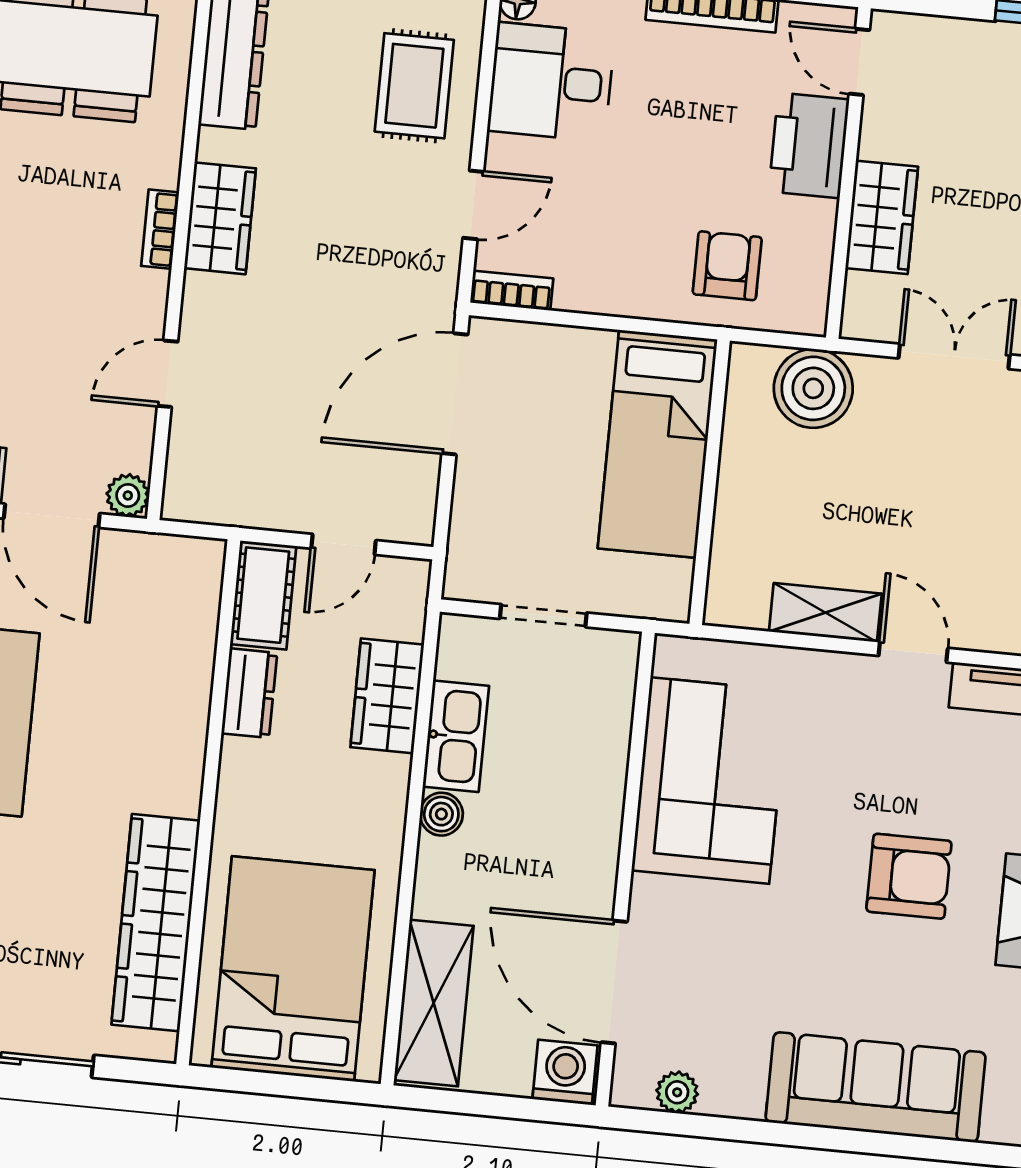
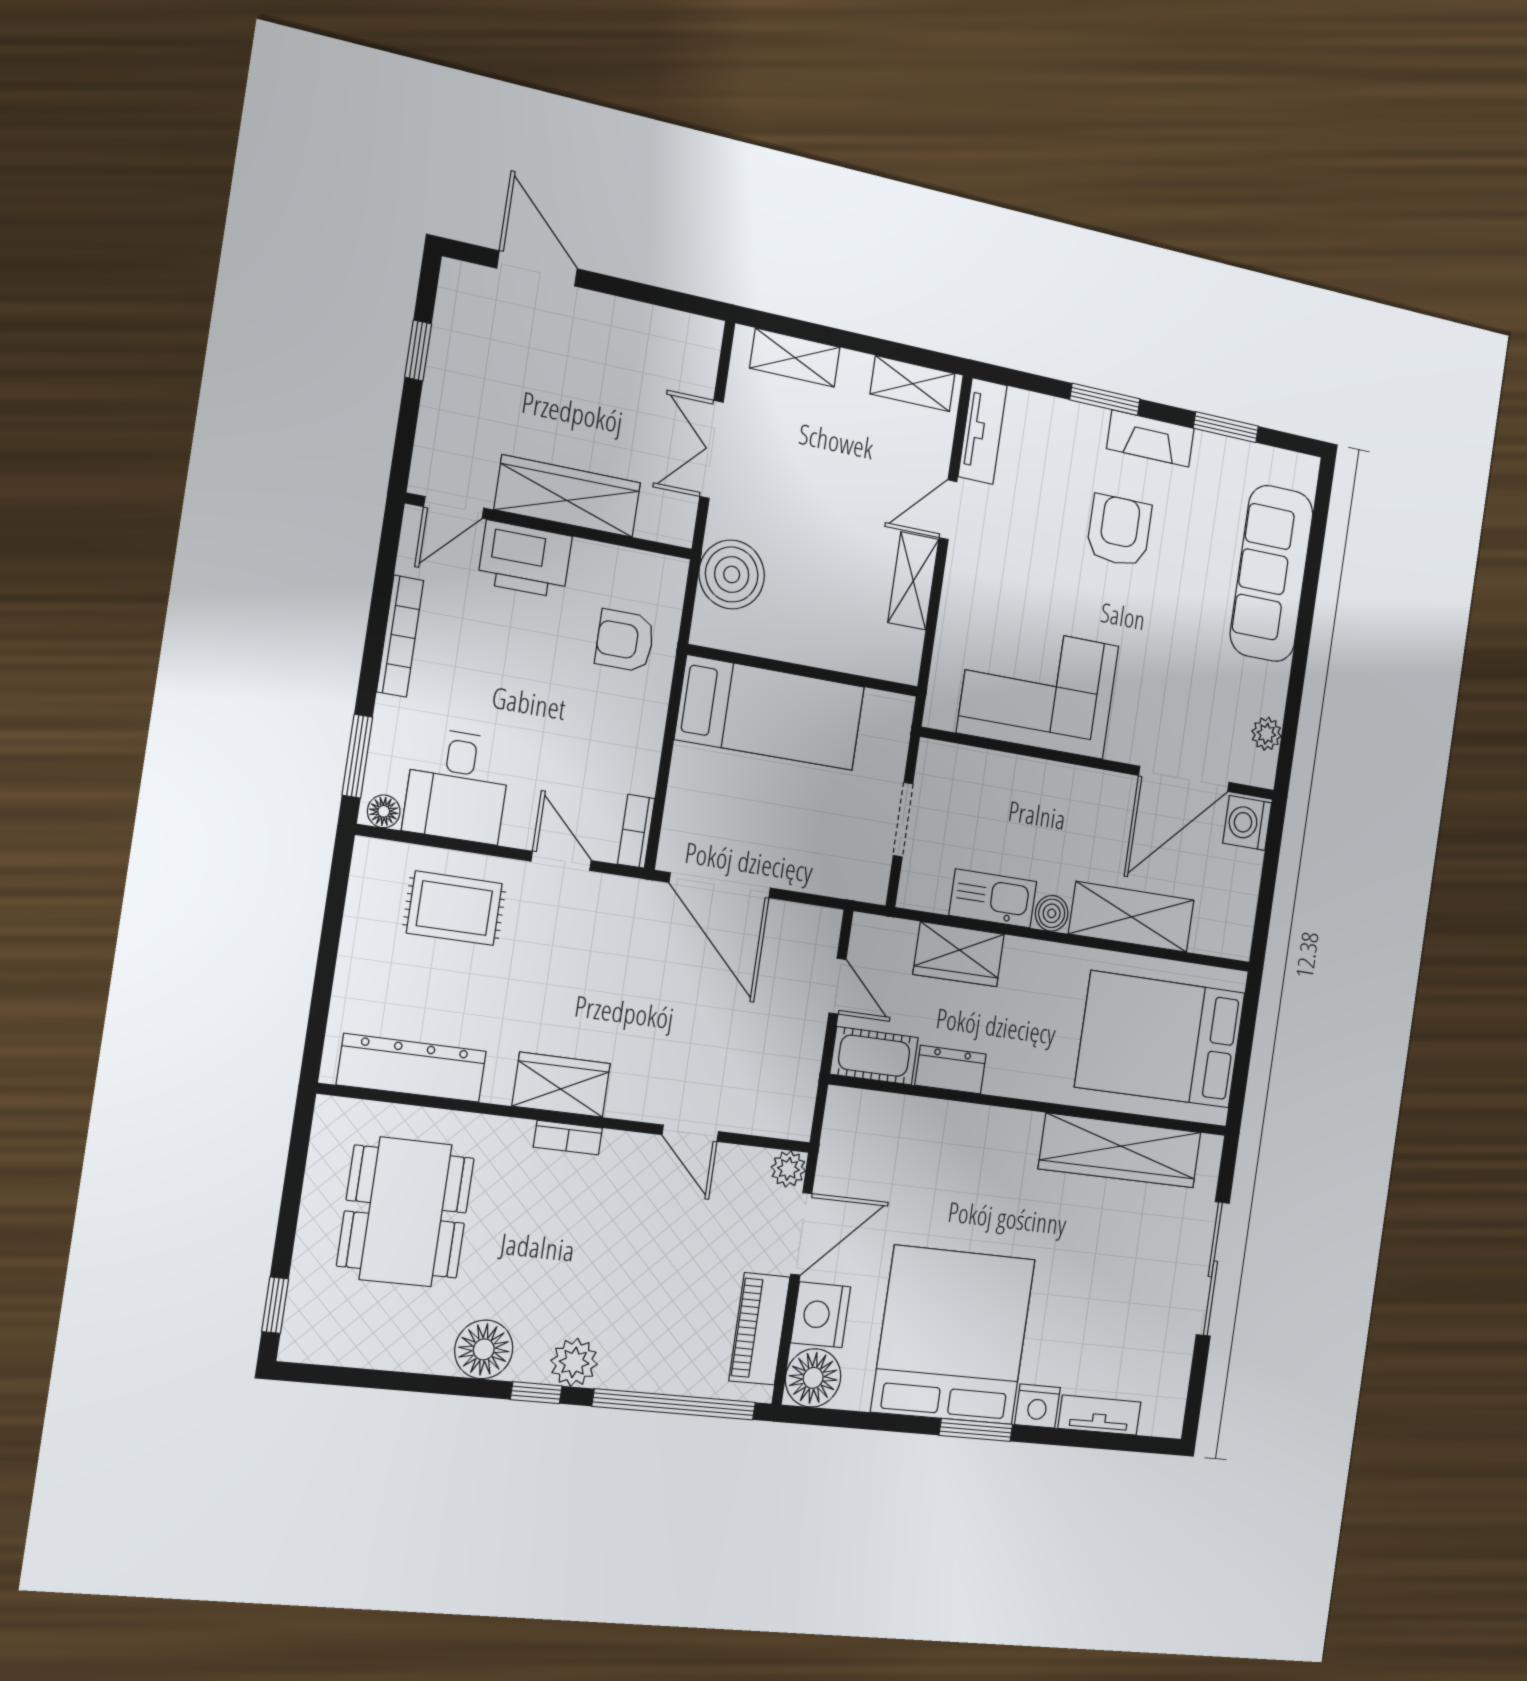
wardrobe: (882, 217) -> (568, 496), width x1.50
shelving: (434, 1003) -> (1132, 917), moved

